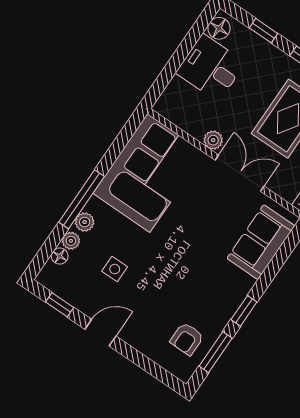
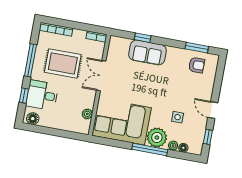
desk: (211, 68) -> (42, 95), moved, turned 90
plant: (213, 140) -> (87, 114), moved
plant: (85, 222) -> (157, 137), width x1.88, depth x1.88
sofa: (261, 242) -> (148, 52), moved
window: (244, 311) -> (143, 38), moved

